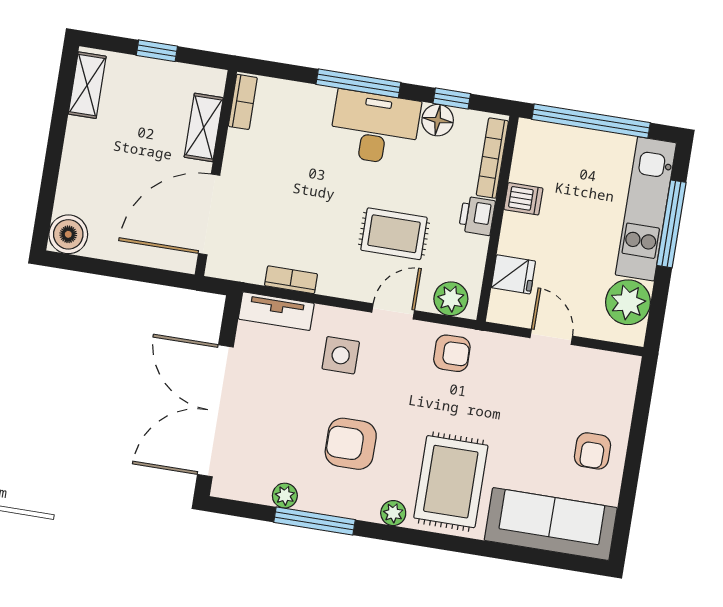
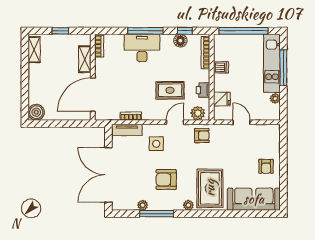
desk: (375, 128) -> (142, 48), moved
printer: (477, 216) -> (203, 90), moved
plant: (628, 302) -> (275, 98), width x0.53, depth x0.53

